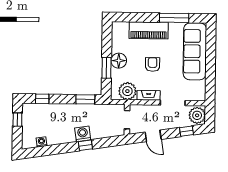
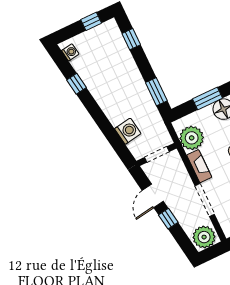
window: (187, 131) -> (168, 219), moved
washing machine: (83, 134) -> (128, 131), moved
washing machine: (42, 142) -> (70, 52), moved
window: (85, 145) -> (77, 84), moved

